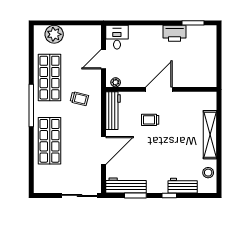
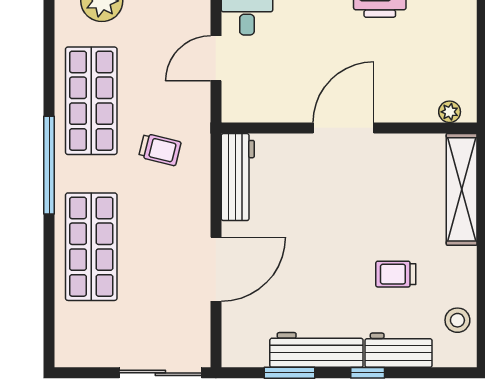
plant: (116, 82) -> (450, 112), moved
trolley: (150, 120) -> (396, 274), moved
shelving: (210, 135) -> (462, 189), moved
workbench: (126, 186) -> (316, 350), moved

